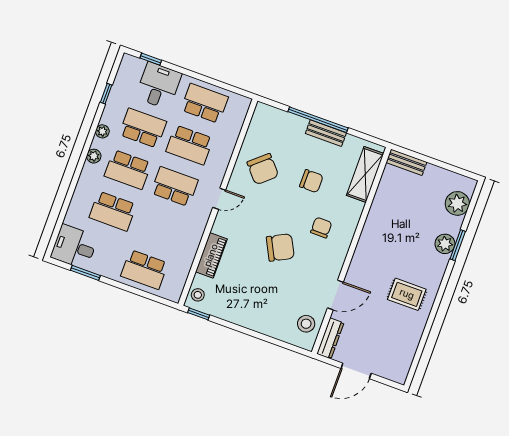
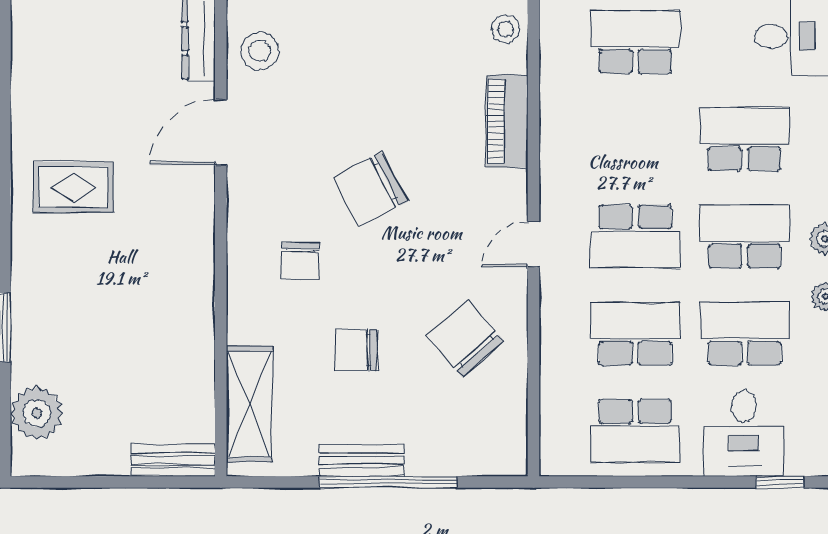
school desk: (143, 128) -> (744, 334), turned 180
plant: (445, 244) -> (32, 320), removed

